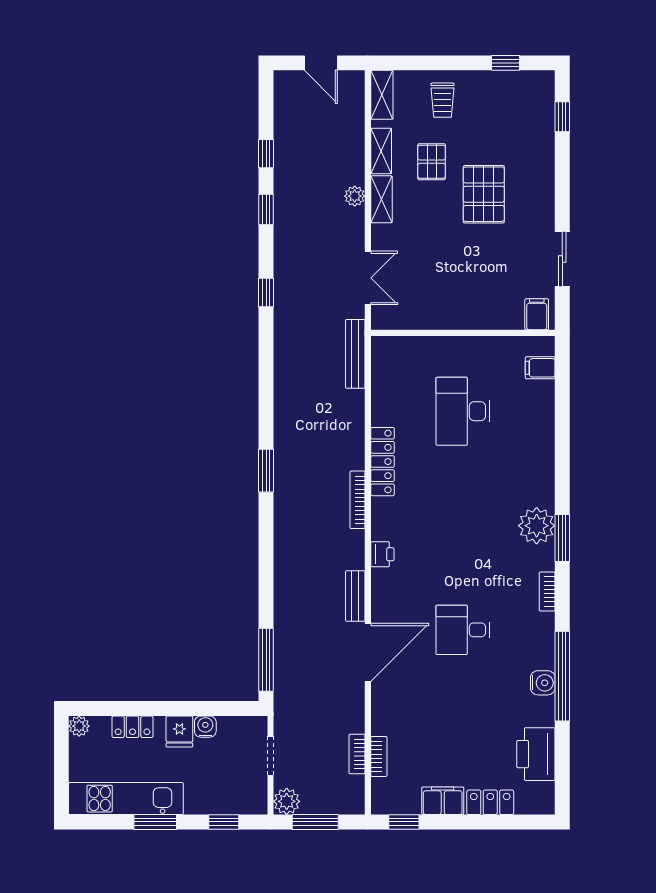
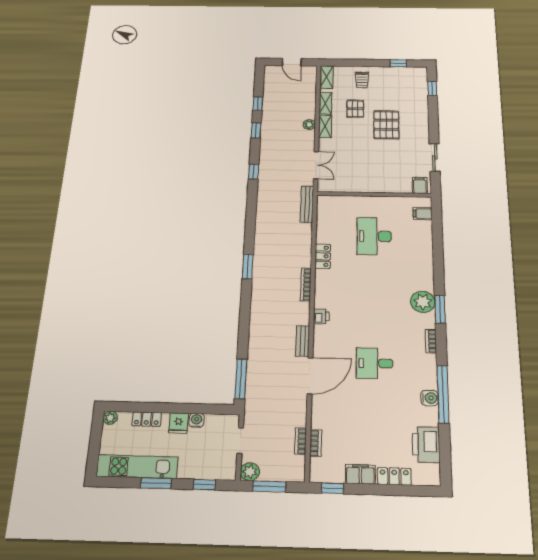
locker: (383, 462) -> (323, 256), width x0.66

